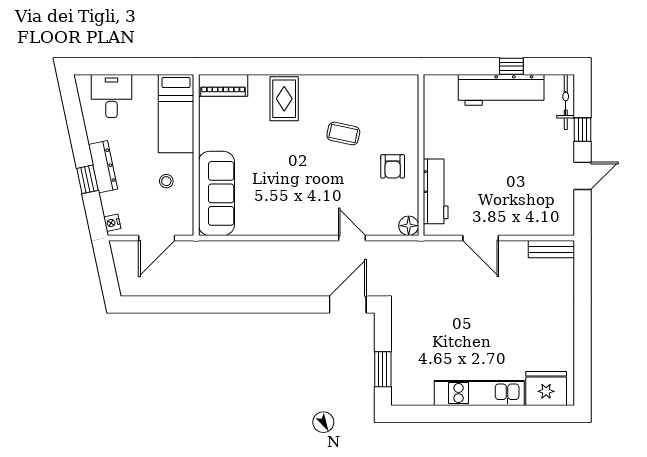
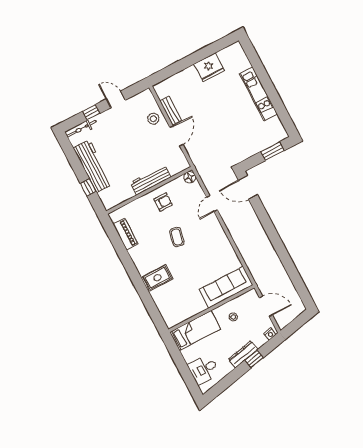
window: (511, 66) -> (88, 187), moved
piano: (223, 85) -> (126, 234), moved
coffee table: (343, 134) -> (177, 237), moved
workbench: (436, 191) -> (150, 180), moved
stool: (525, 217) -> (153, 119), added
bench: (551, 249) -> (171, 111), moved
fridge: (546, 389) -> (209, 67), moved, turned -90

